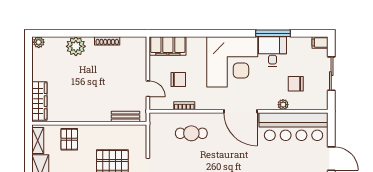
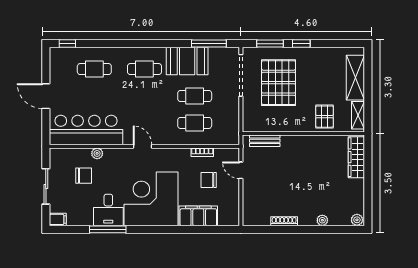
plant: (76, 46) -> (322, 220), width x0.53, depth x0.53
filing cabinet: (168, 46) -> (198, 216), moved
door: (240, 111) -> (142, 146), width x0.53
cafe table: (191, 159) -> (195, 96), added

